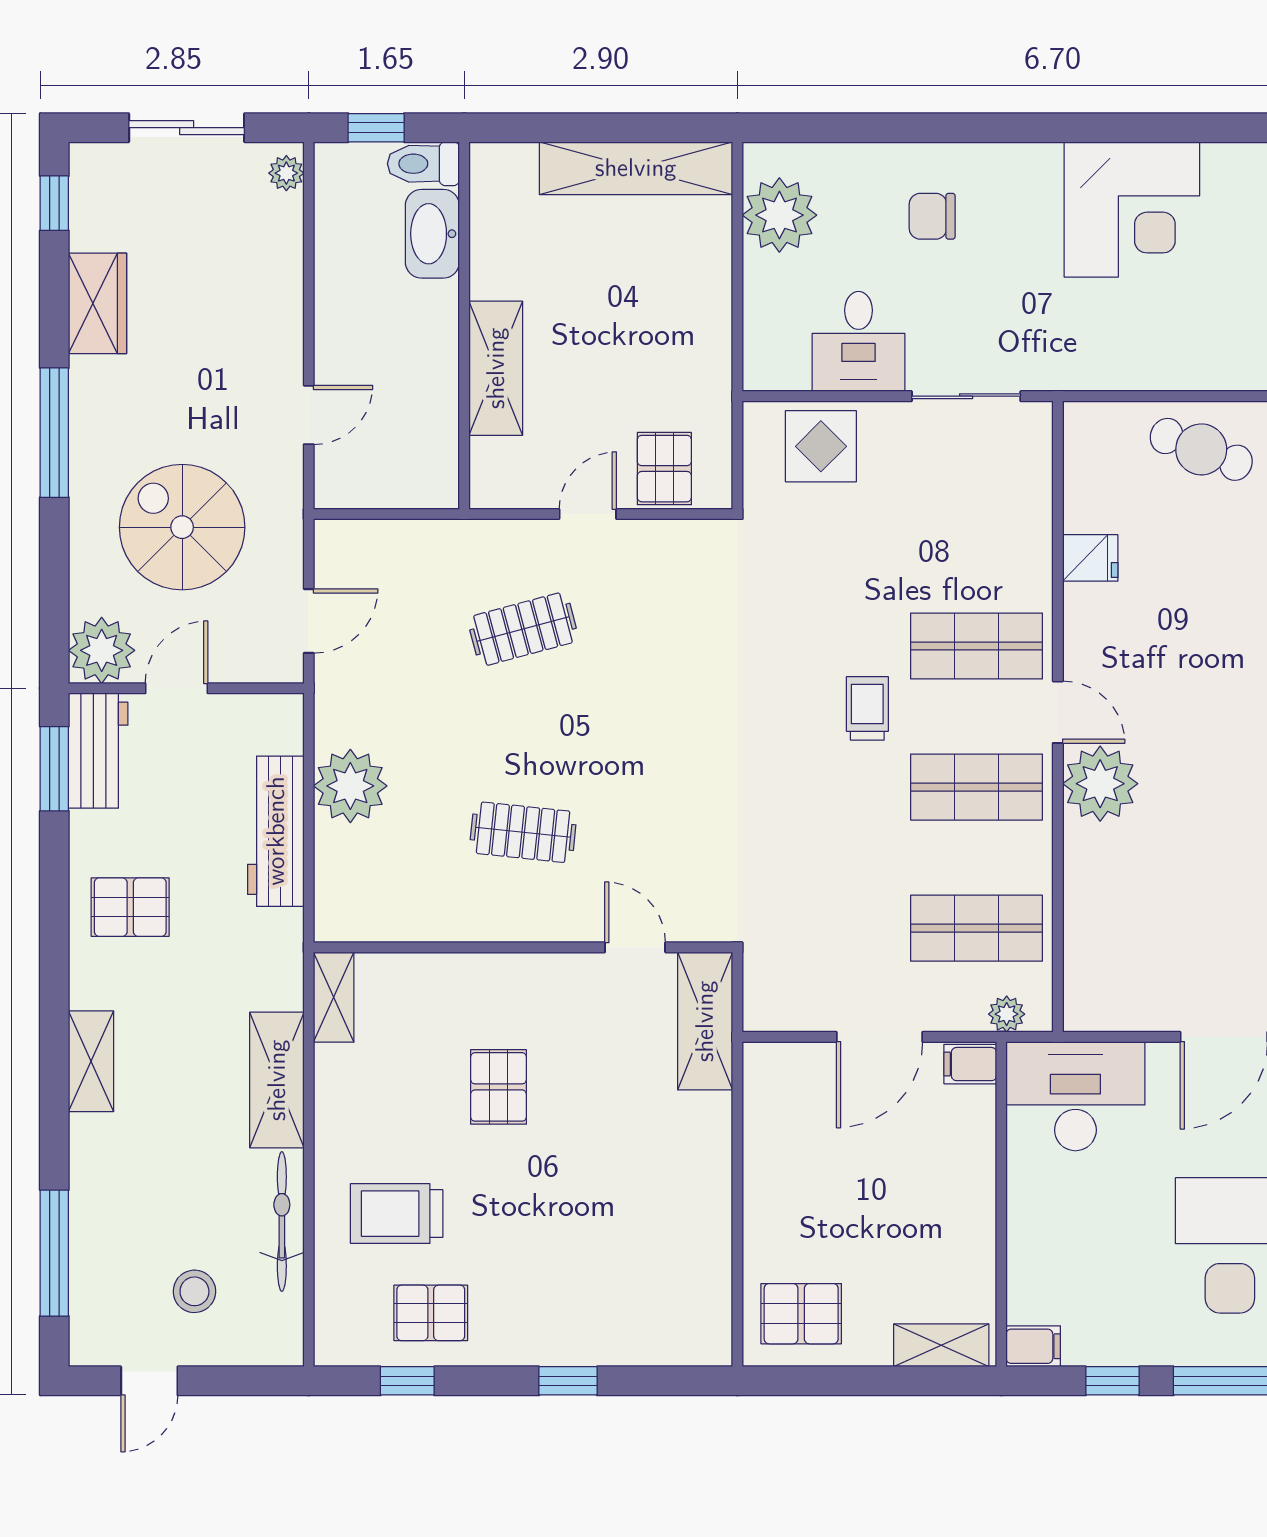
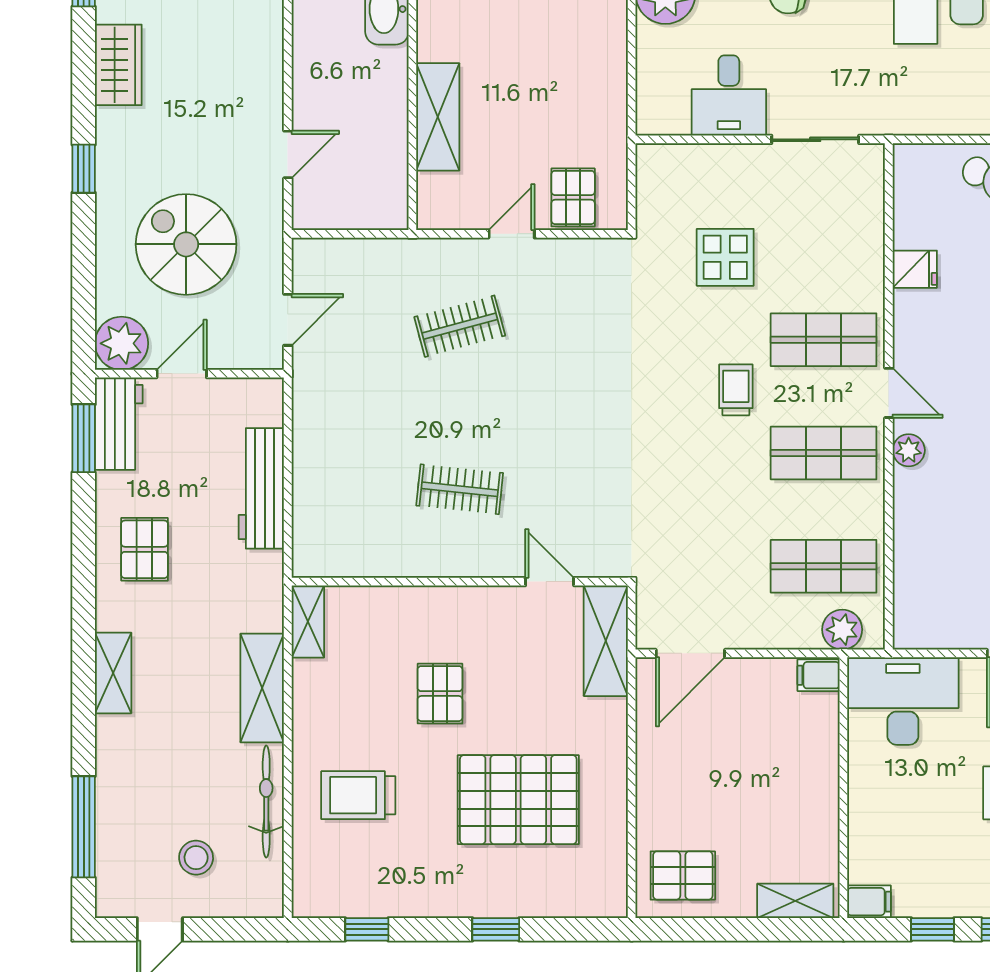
window: (54, 433) -> (84, 169), width x0.46
display table: (821, 446) -> (725, 257), moved
plant: (1100, 784) -> (909, 450), width x0.53, depth x0.53
plant: (350, 786) -> (321, 452), removed
pallet: (130, 907) -> (145, 549), turned 90
plant: (1007, 1014) -> (842, 630), width x1.38, depth x1.38
door: (880, 1037) -> (690, 653), moved
pallet: (431, 1313) -> (518, 800), moved, width x2.05, depth x2.00

